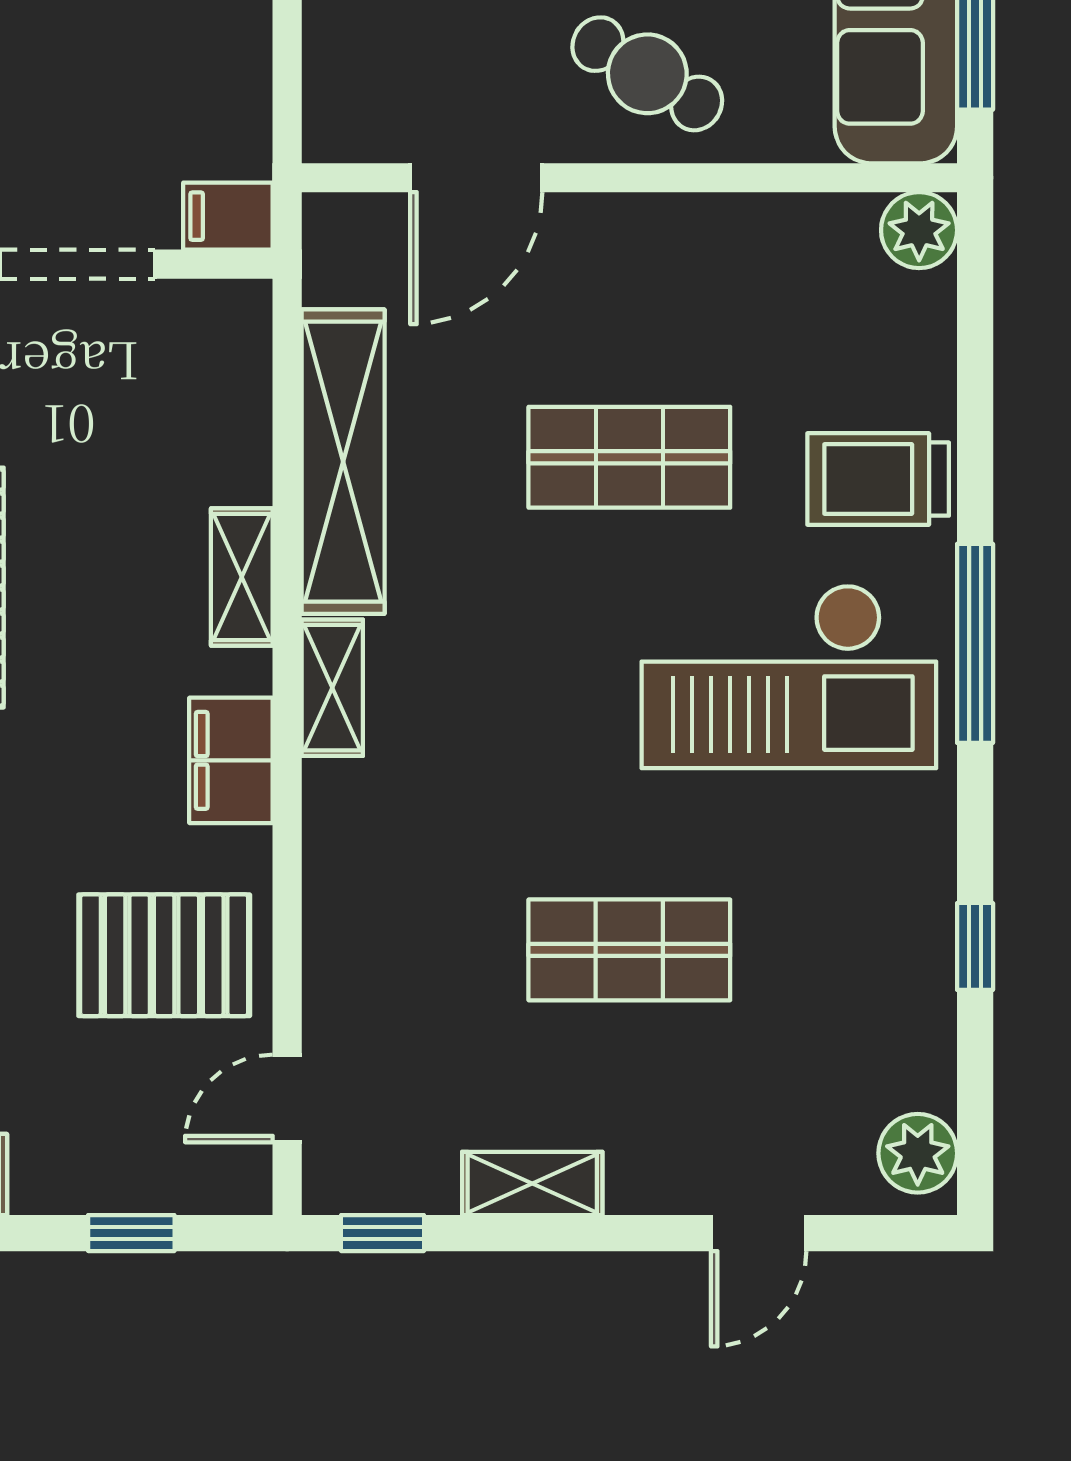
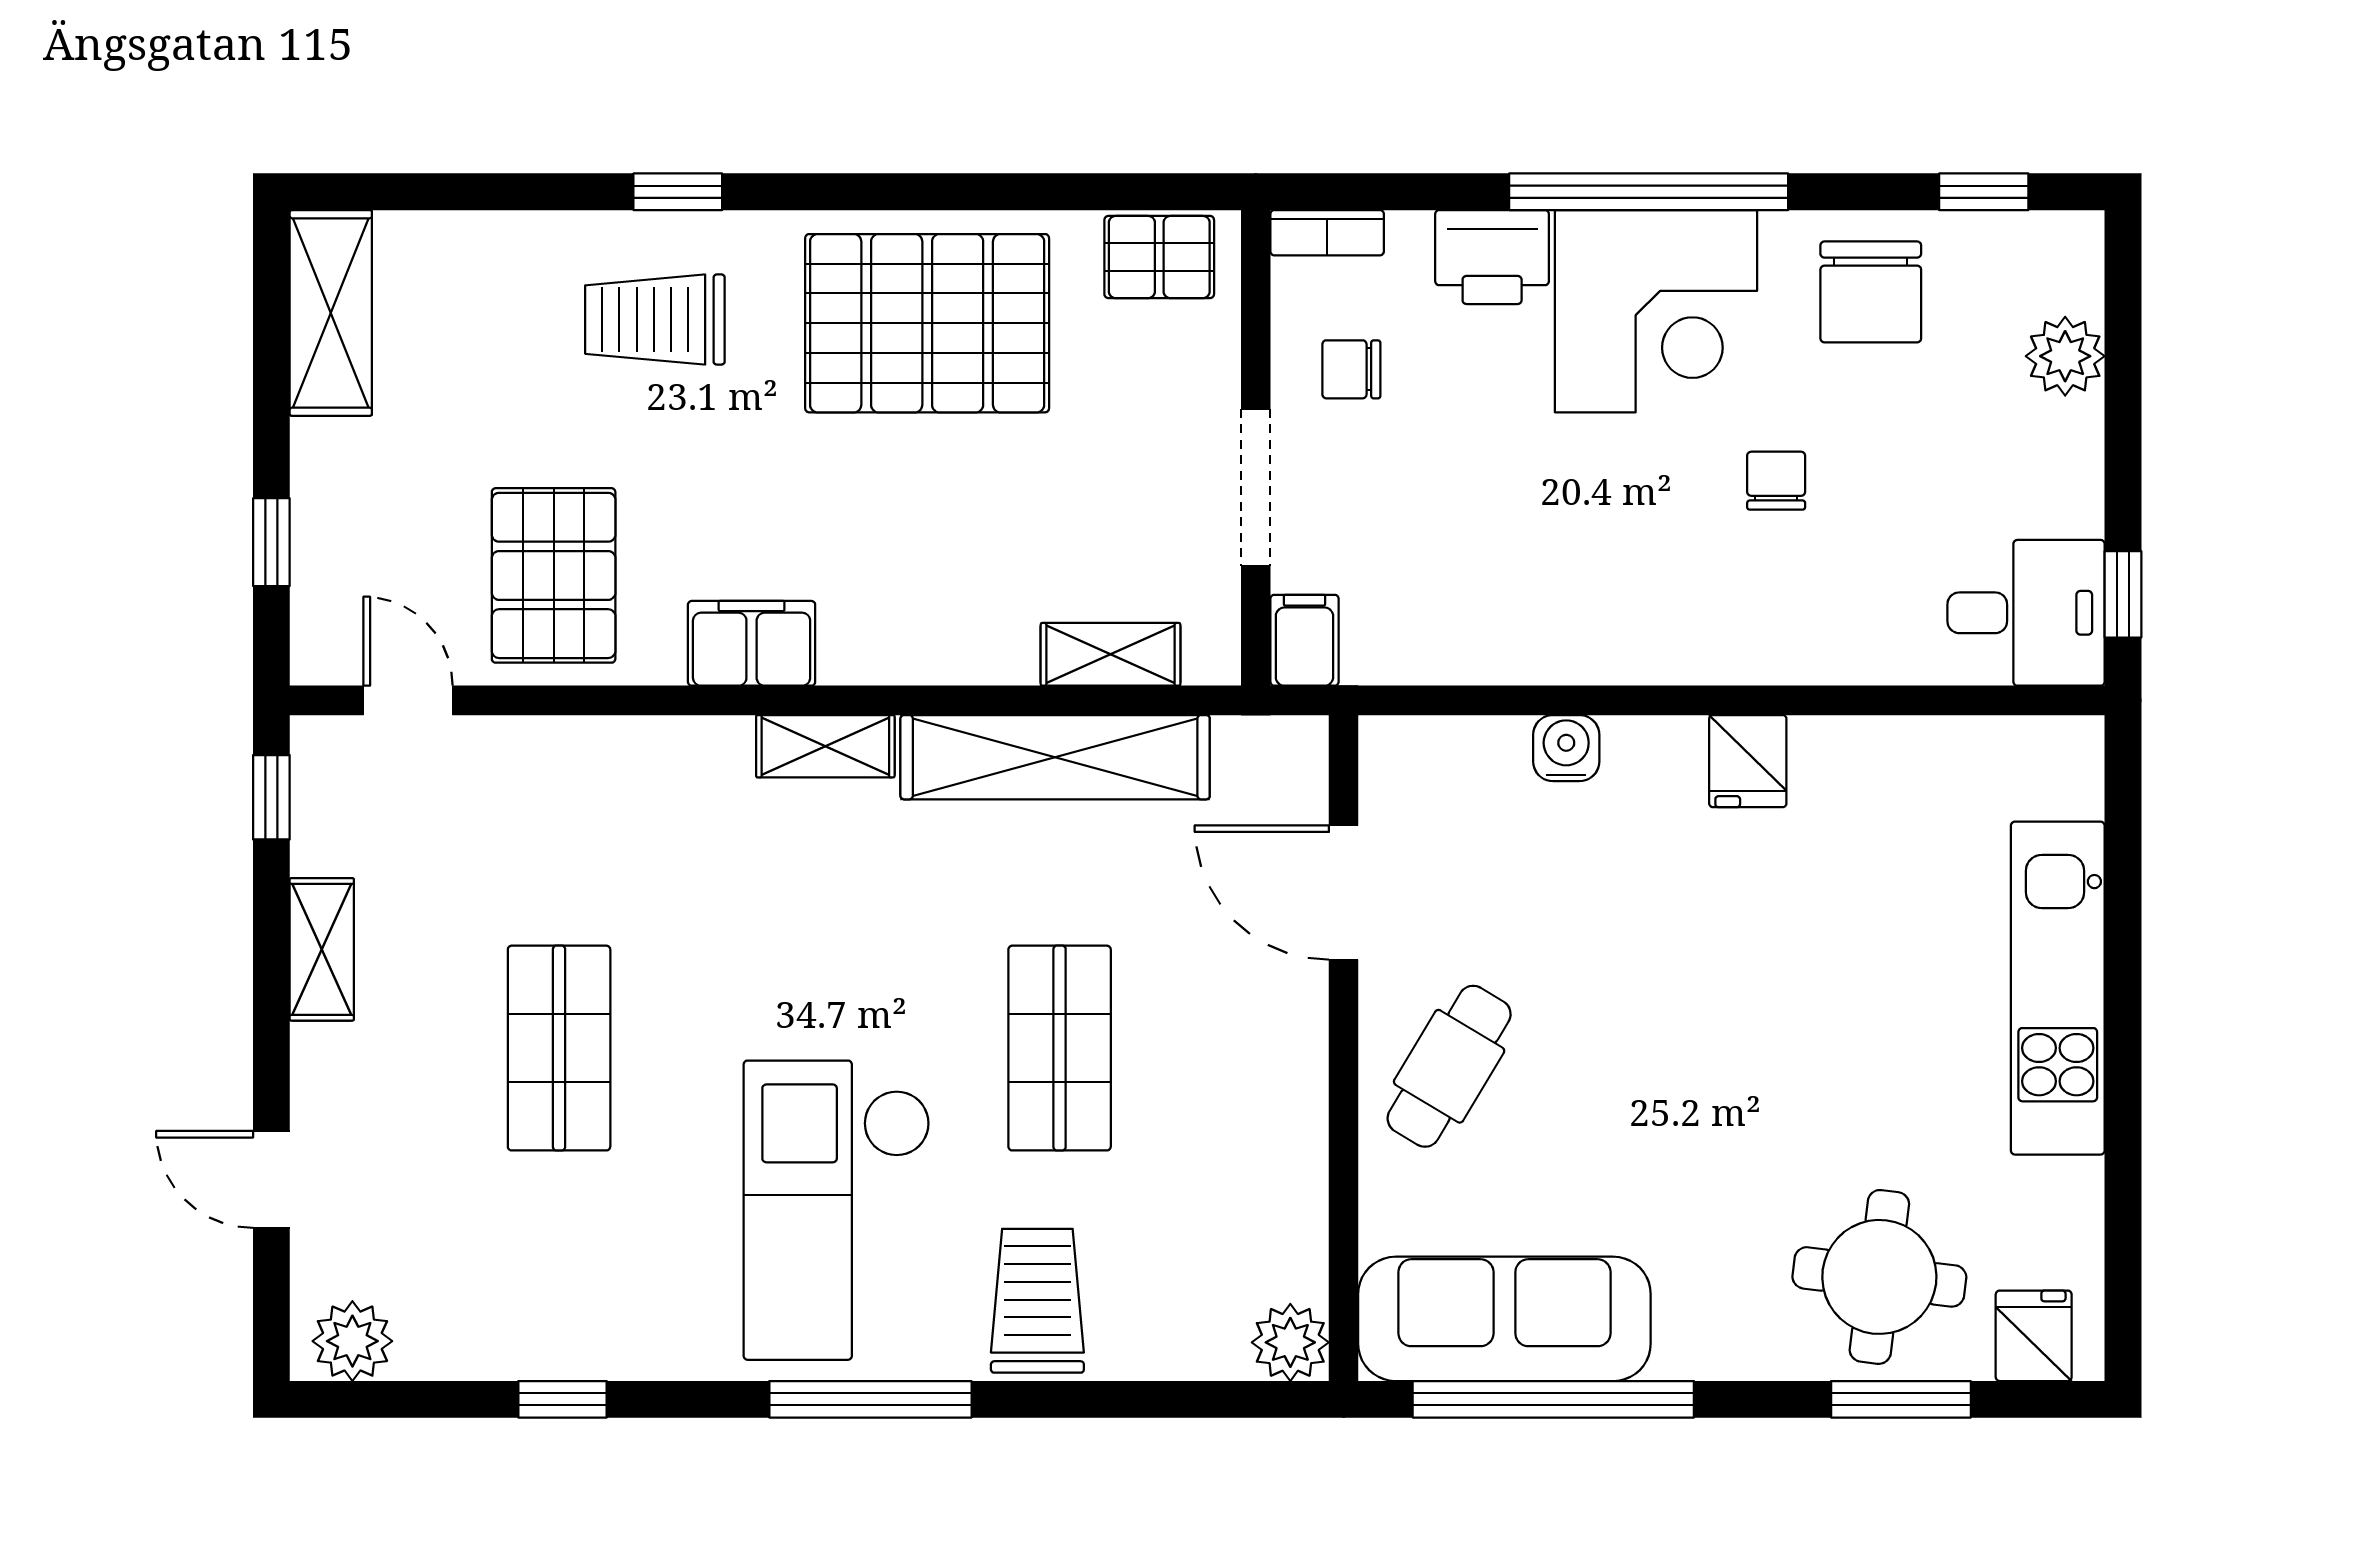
shelving: (242, 577) -> (1111, 654), moved

